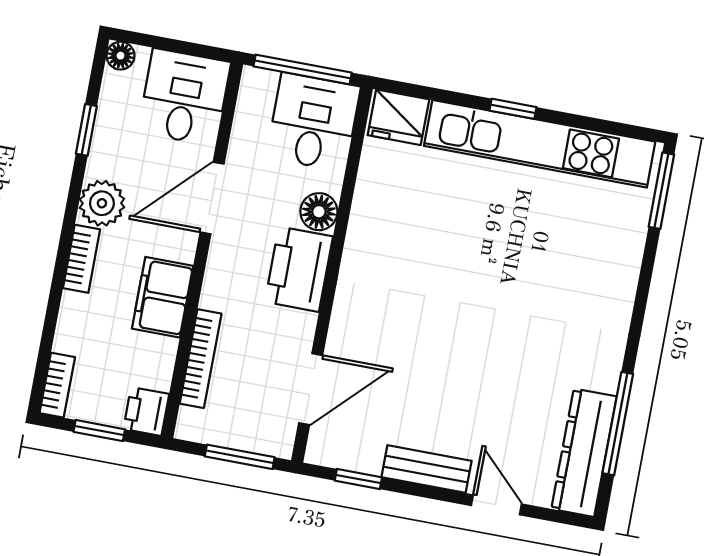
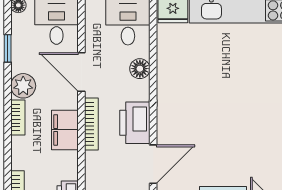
door: (212, 198) -> (81, 72), hinge flipped
printer: (299, 269) -> (135, 123), moved
bookcase: (201, 359) -> (91, 124), moved

